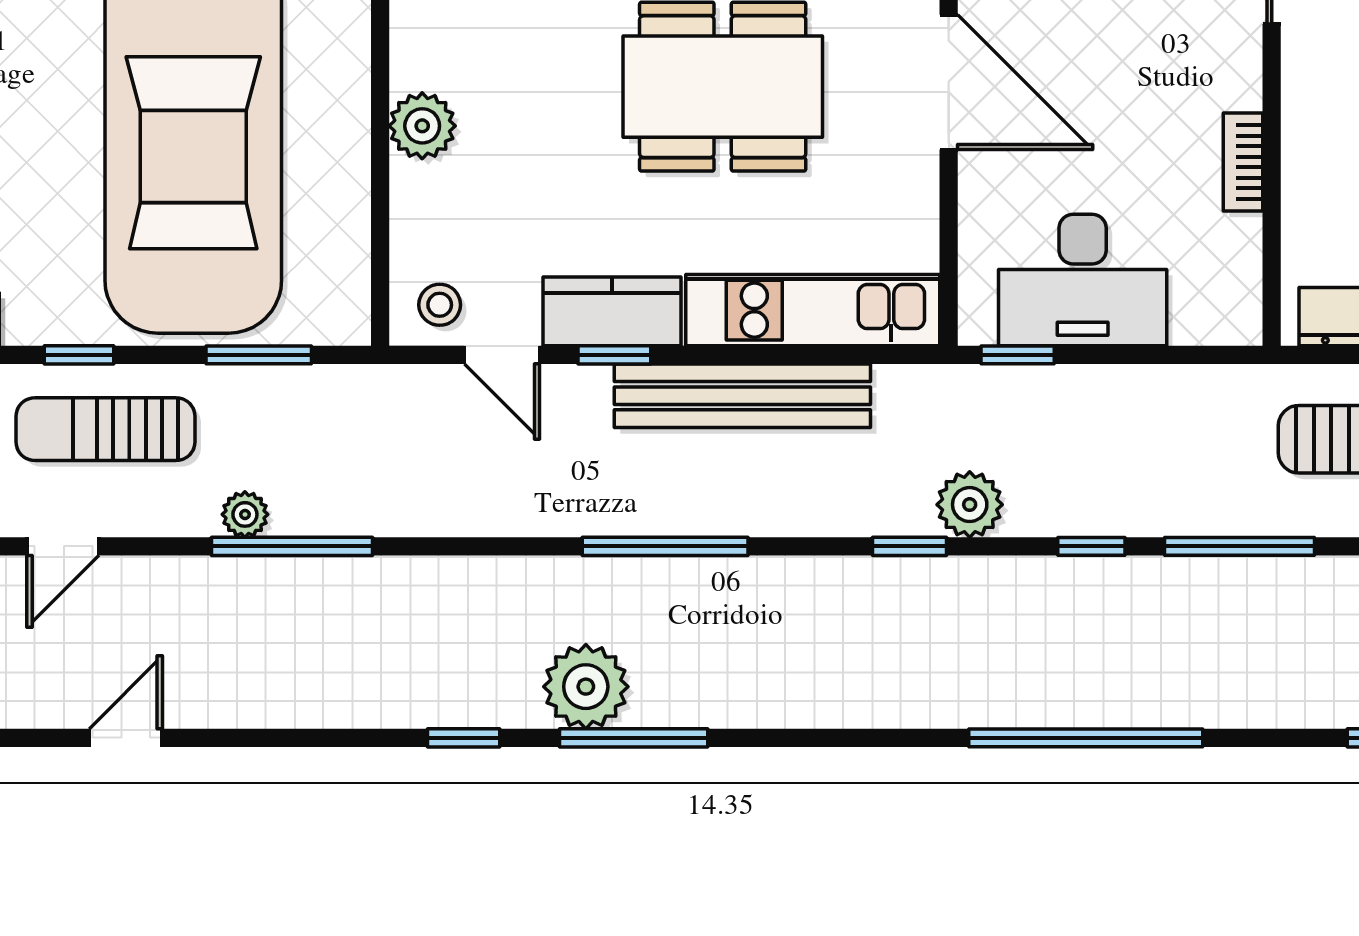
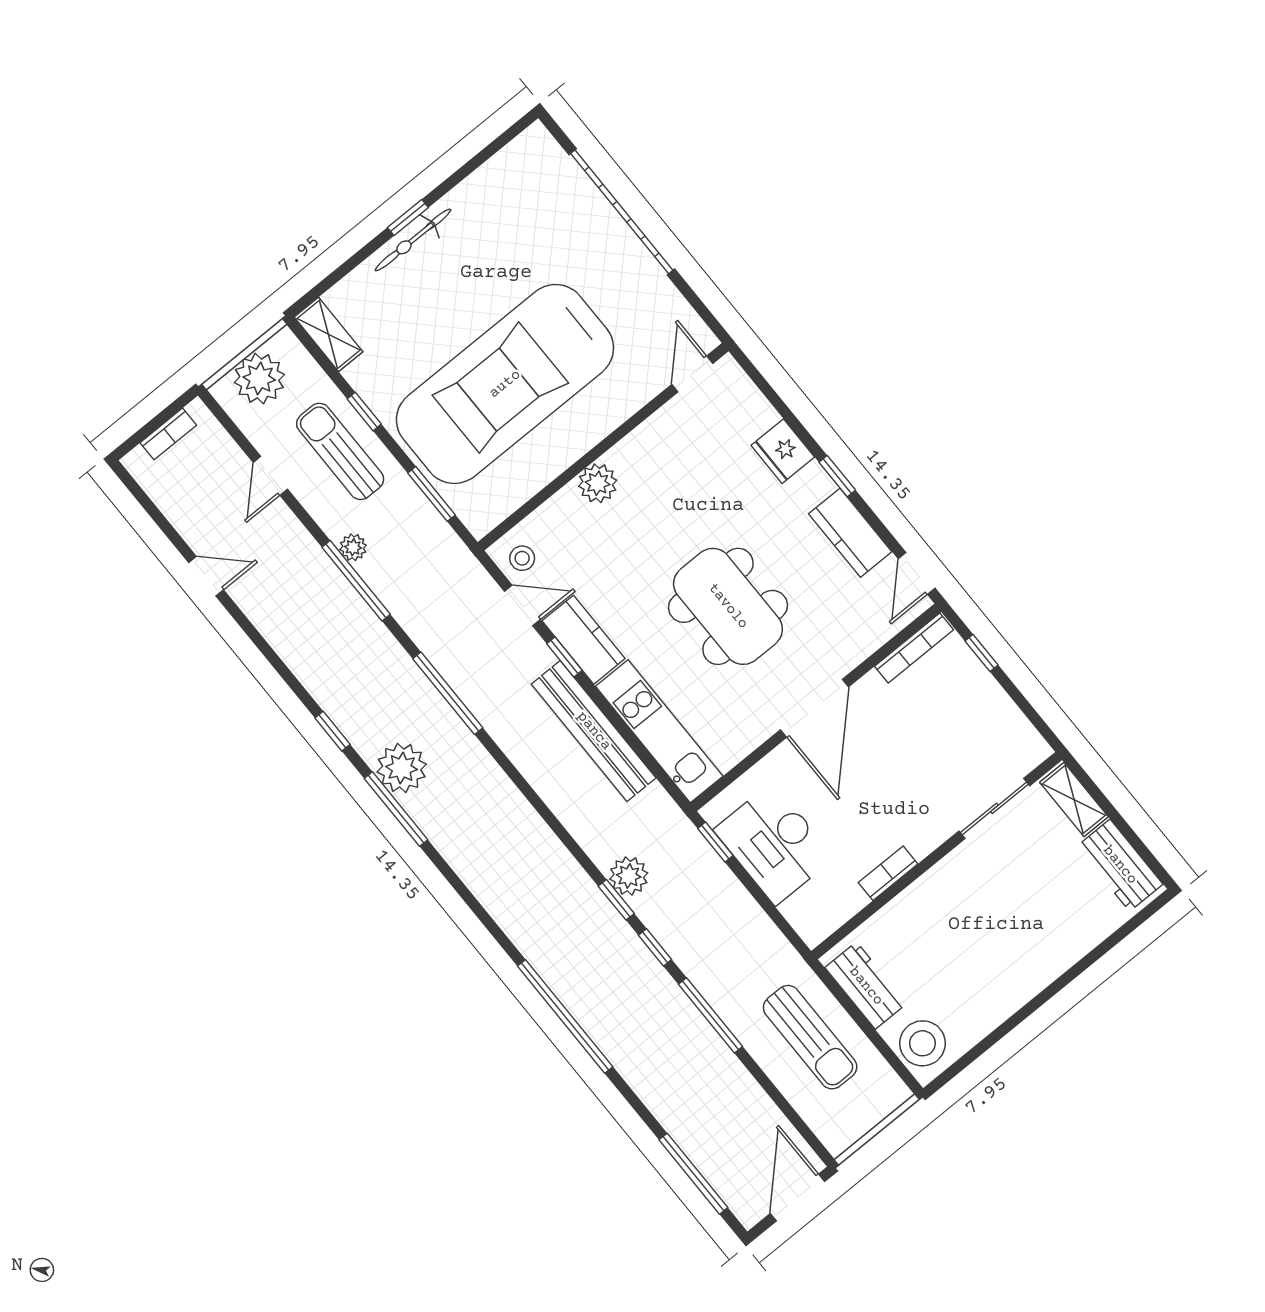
door: (502, 355) -> (522, 606), swing flipped
door: (63, 546) -> (270, 476), hinge flipped
window: (665, 546) -> (448, 693), moved
window: (909, 546) -> (616, 900), moved

